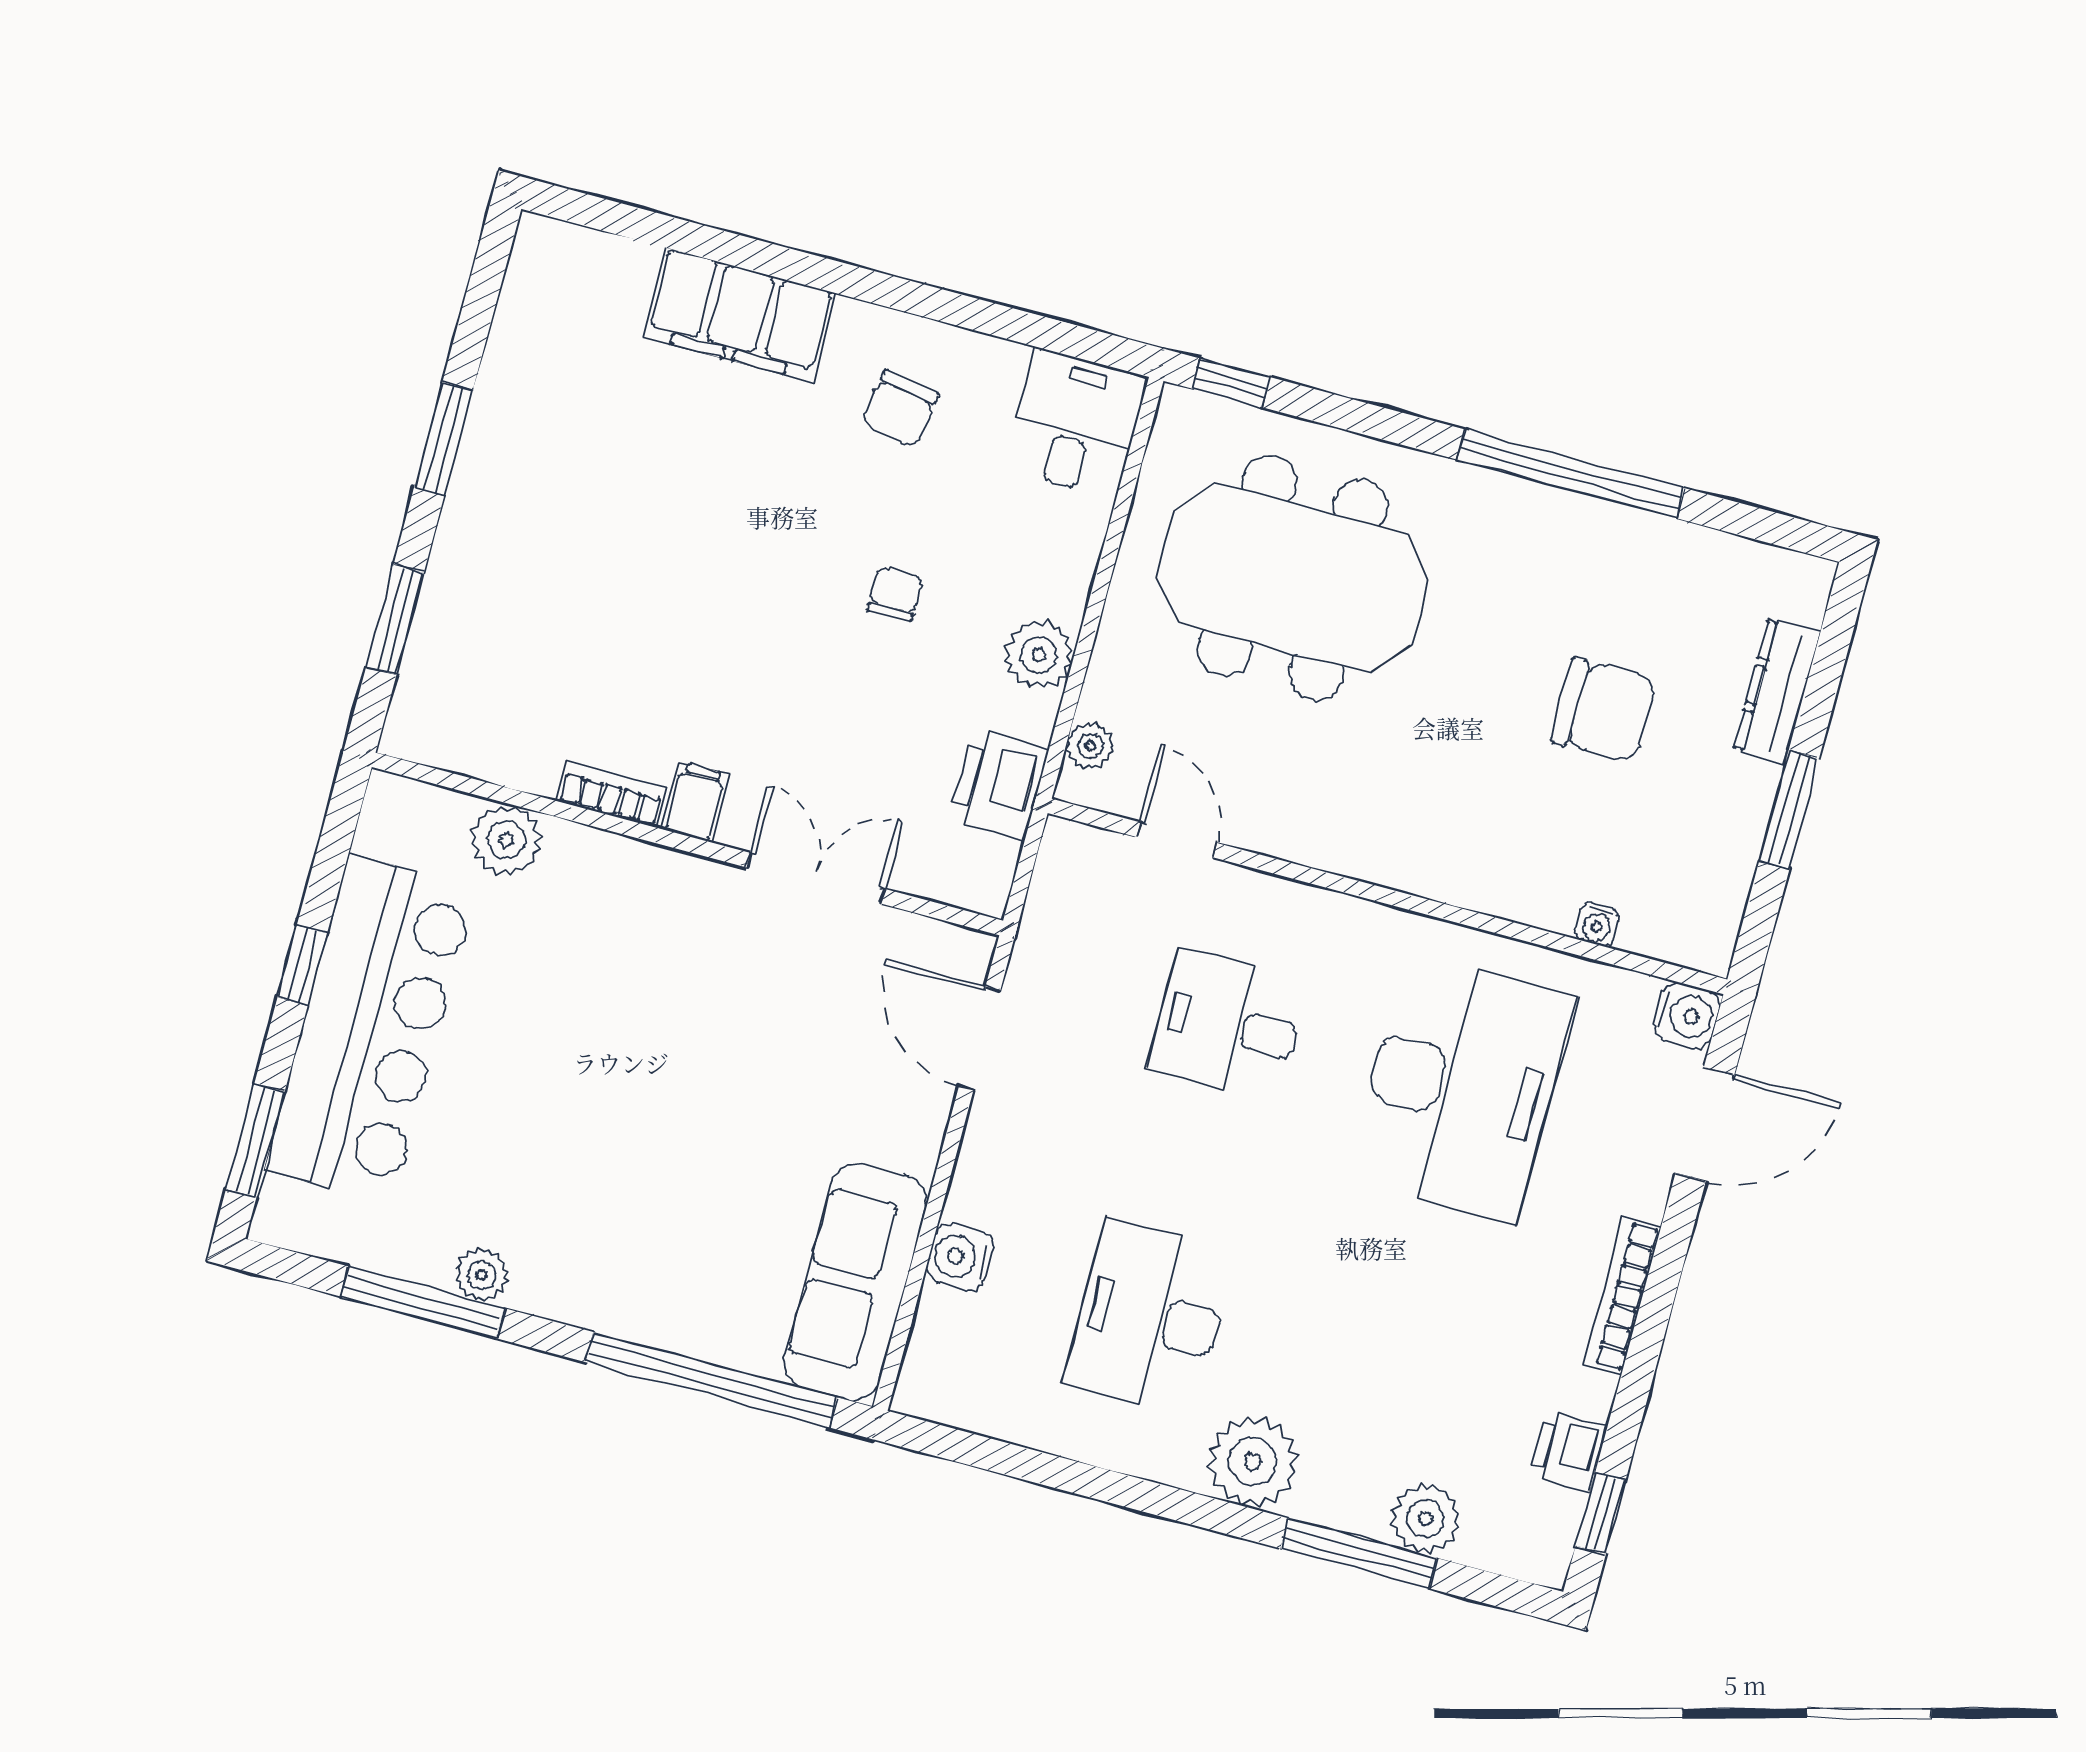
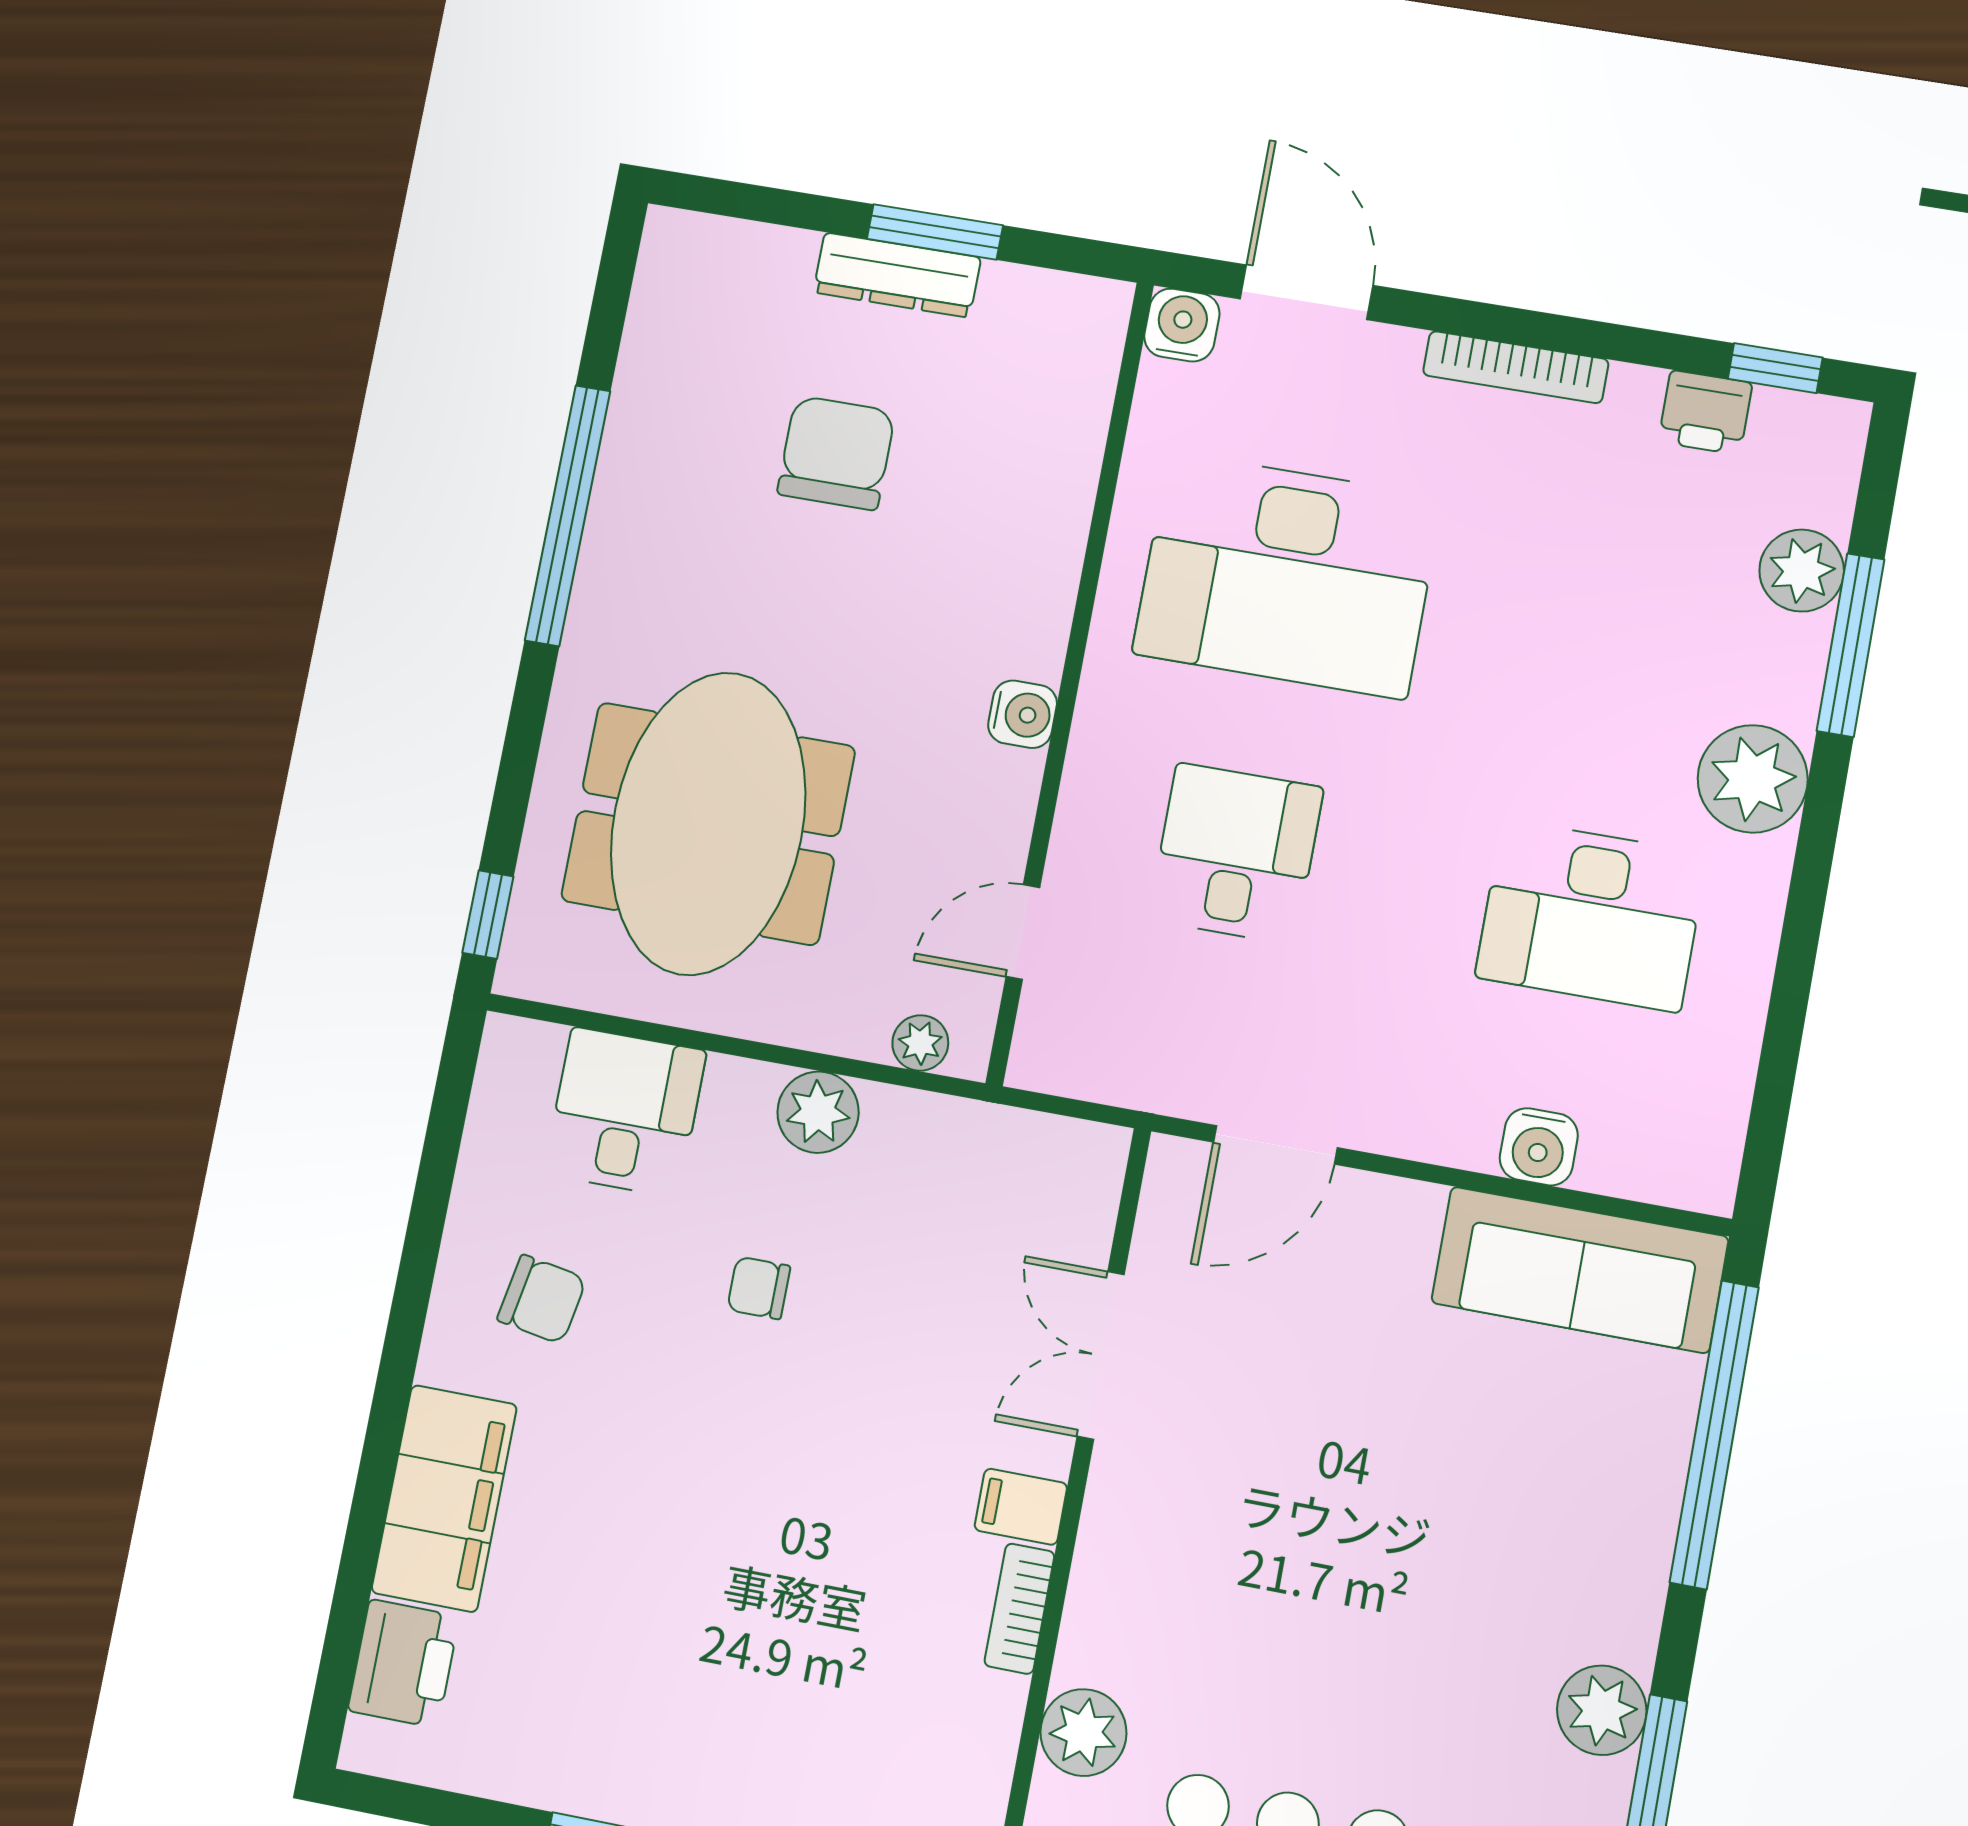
desk: (1075, 423) -> (625, 1112), moved, turned 90
dresser: (1777, 691) -> (897, 275), moved
printer: (999, 784) -> (404, 1663), moved, turned -90
water cooler: (1597, 924) -> (1023, 714), moved, width x1.38, depth x1.38
desk: (1228, 1025) -> (1236, 853), turned 180
desk: (1461, 1088) -> (1287, 575), turned 180
plant: (482, 1275) -> (1602, 1710), width x1.38, depth x1.38

